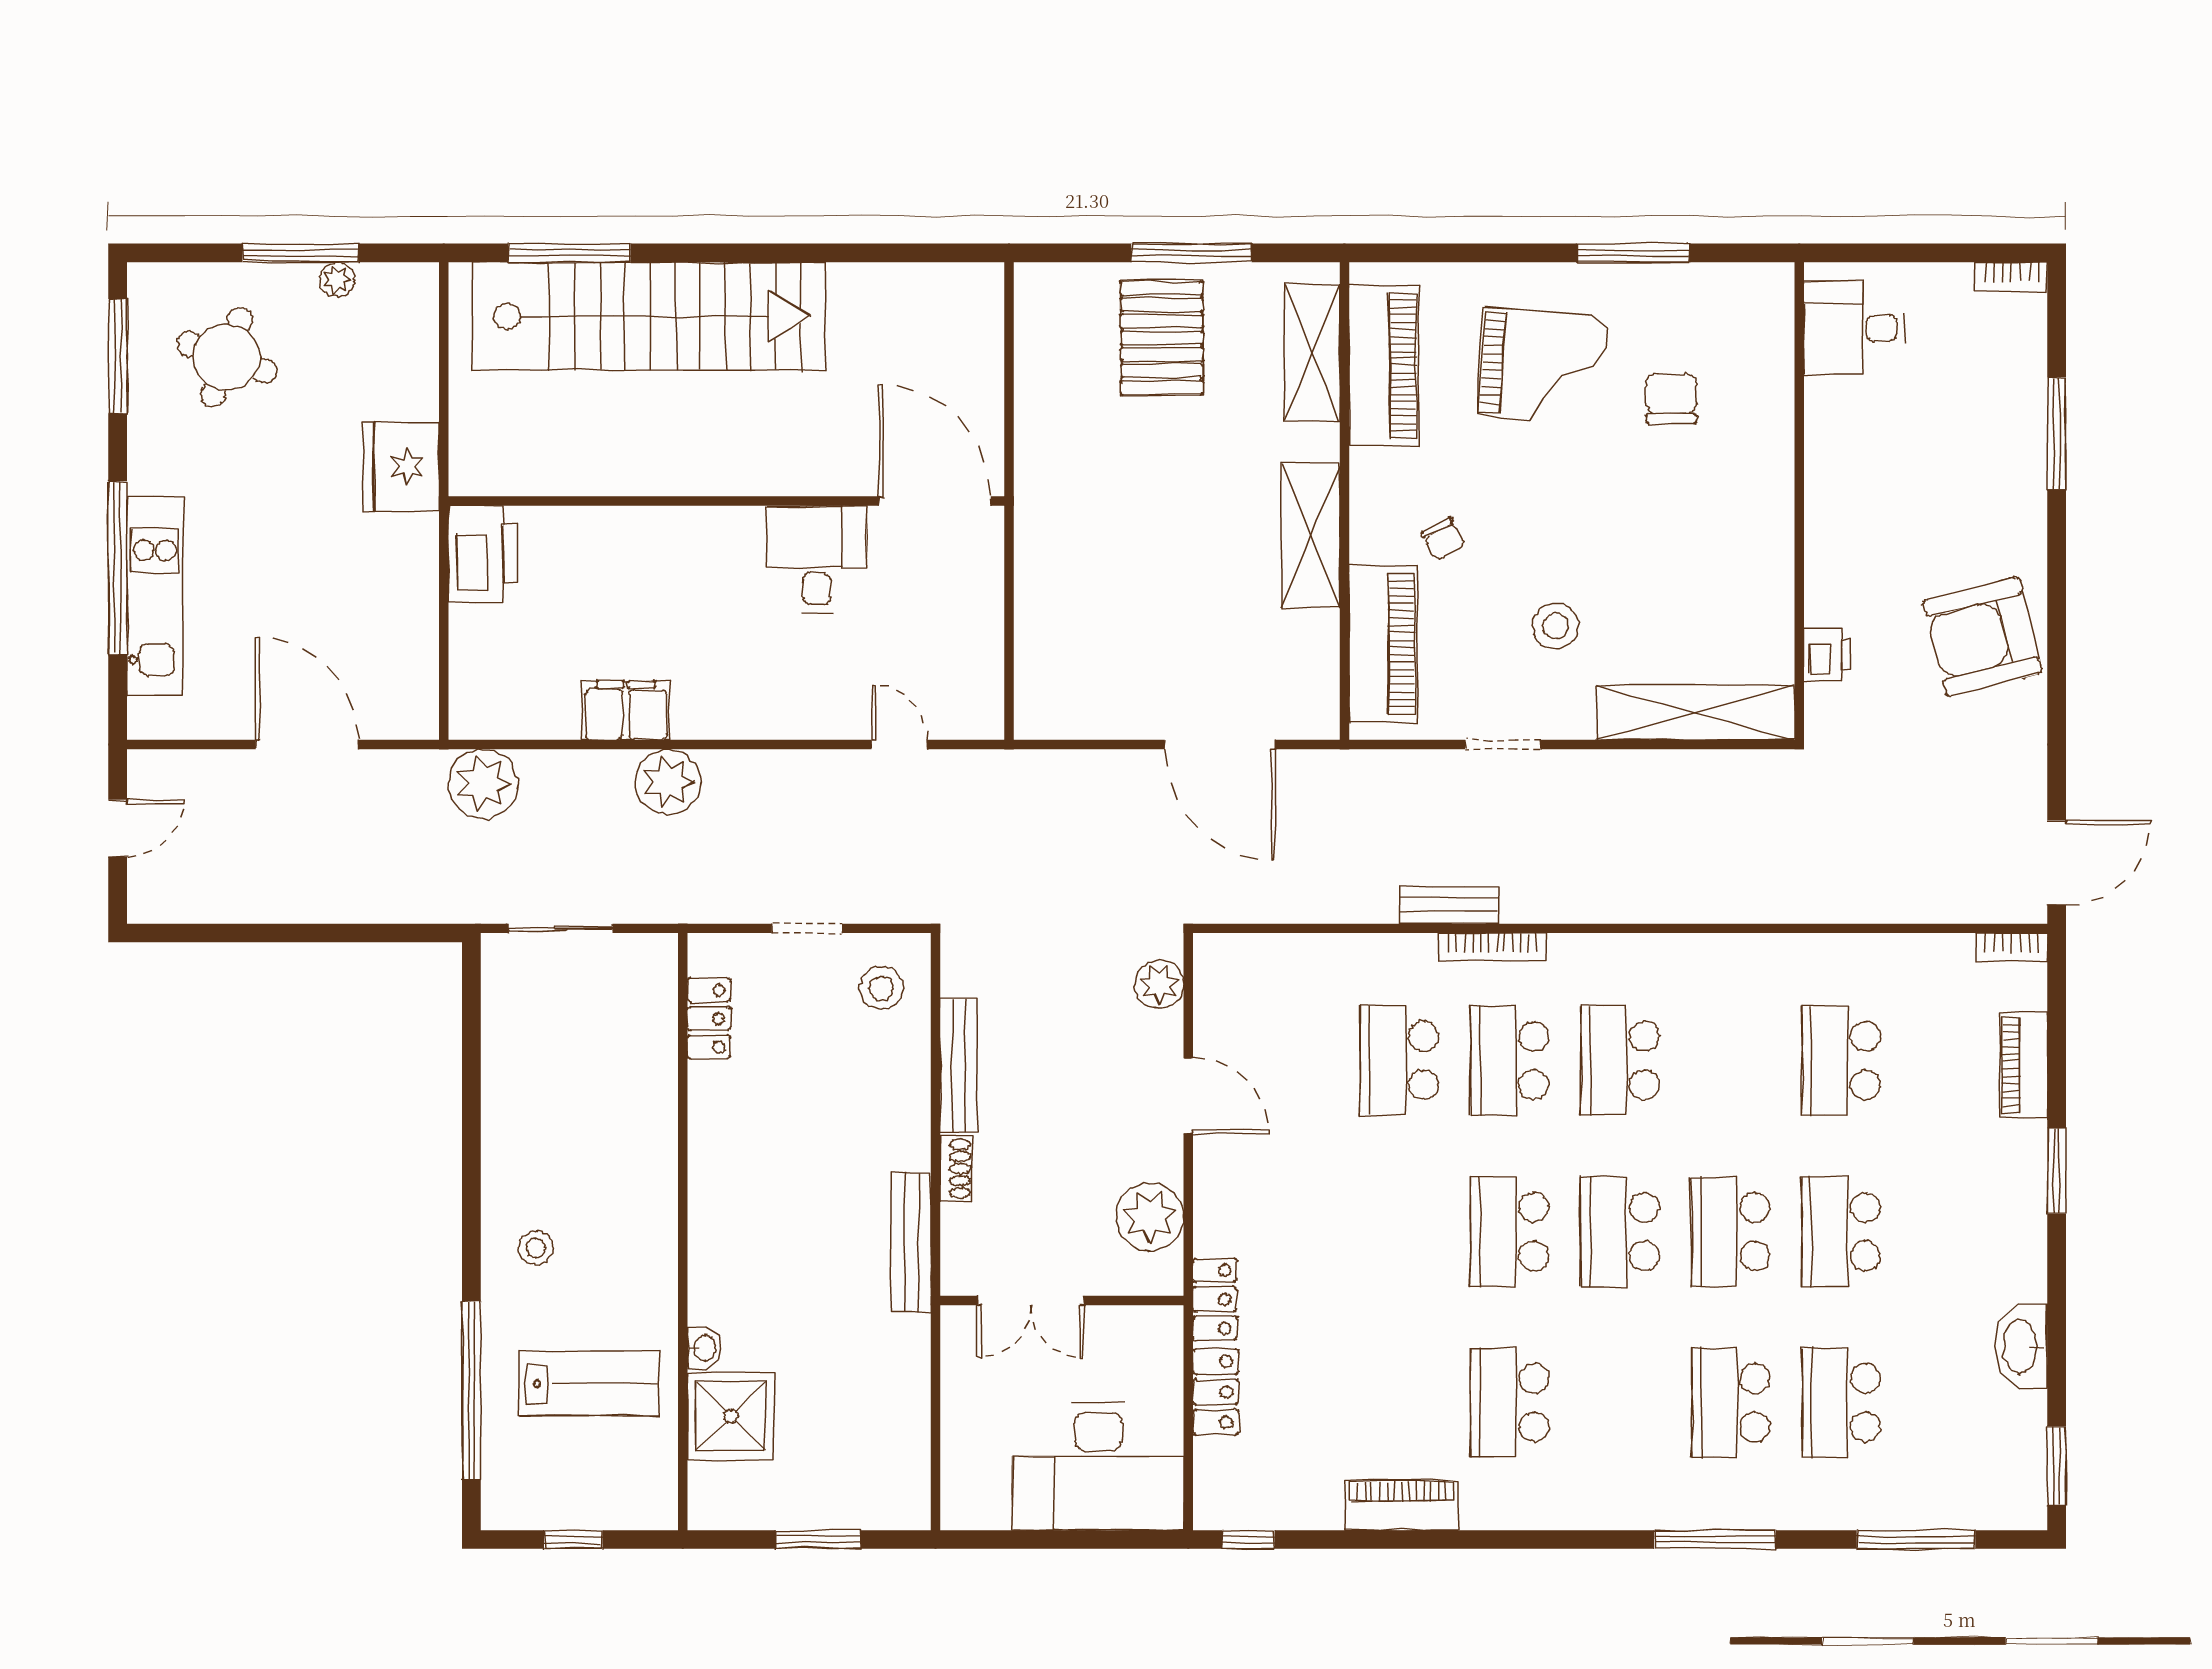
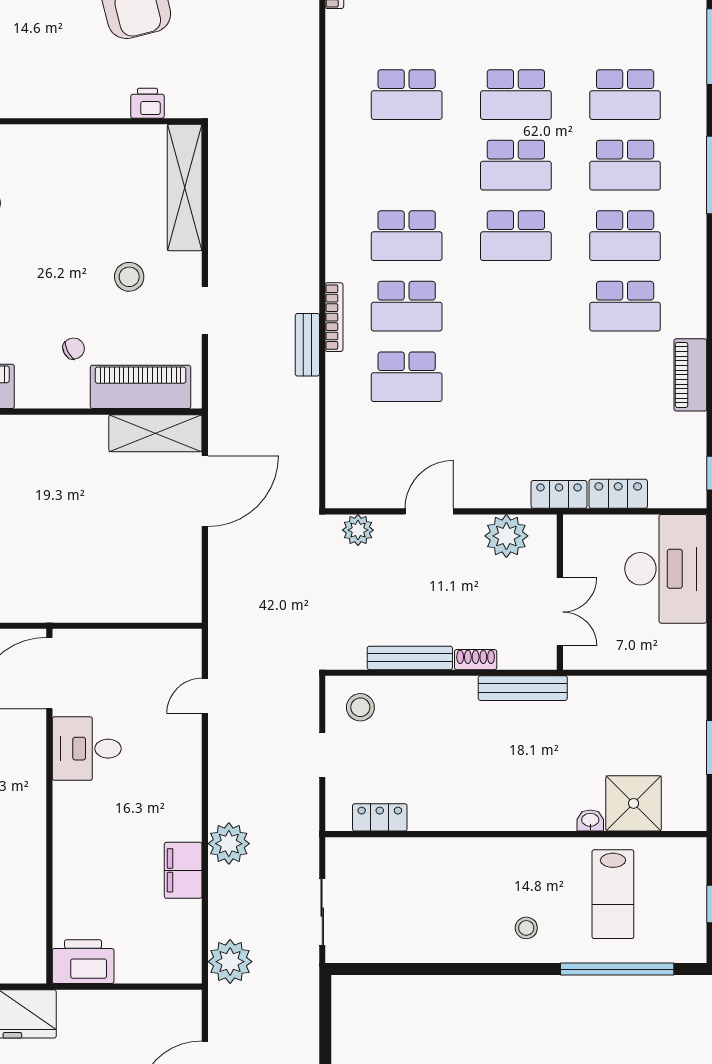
shelving: (1311, 535) -> (155, 433), moved
school desk: (1510, 1232) -> (625, 236), moved
lab bench: (589, 1384) -> (613, 894), turned 180

